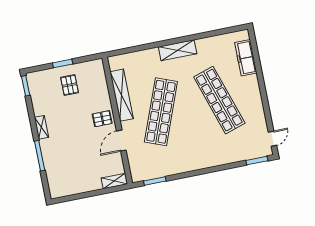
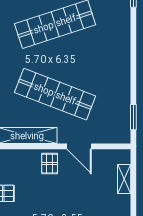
shelving: (114, 181) -> (124, 179), moved

